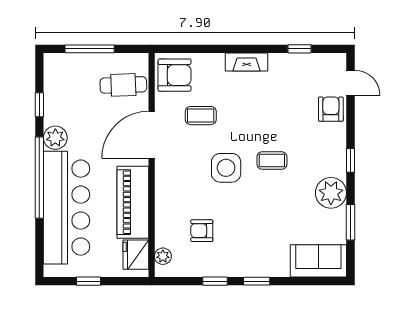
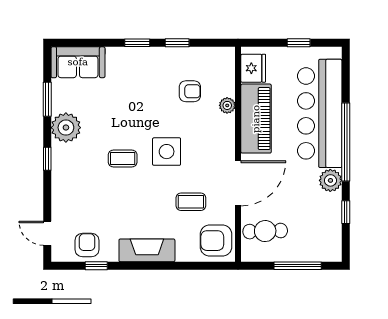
fireplace: (247, 62) -> (147, 250), width x1.37, depth x1.32
armchair: (331, 109) -> (87, 245), moved, turned 180
plant: (163, 256) -> (227, 105), moved

